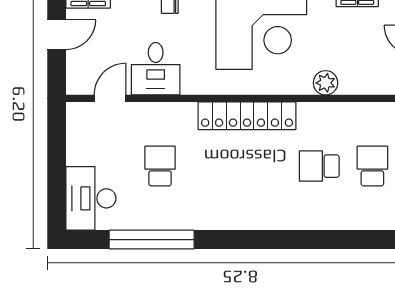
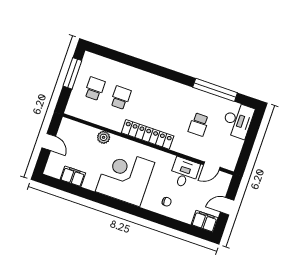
school desk: (319, 166) -> (121, 98), turned -90
school desk: (372, 166) -> (95, 89), turned 180

